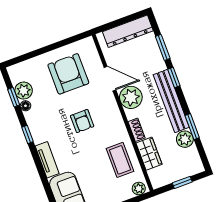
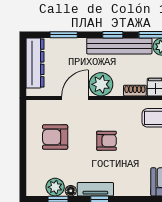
armchair: (68, 74) -> (55, 137), width x0.73, depth x0.73
window: (174, 77) -> (113, 35), moved
tv unit: (47, 160) -> (95, 189), moved

